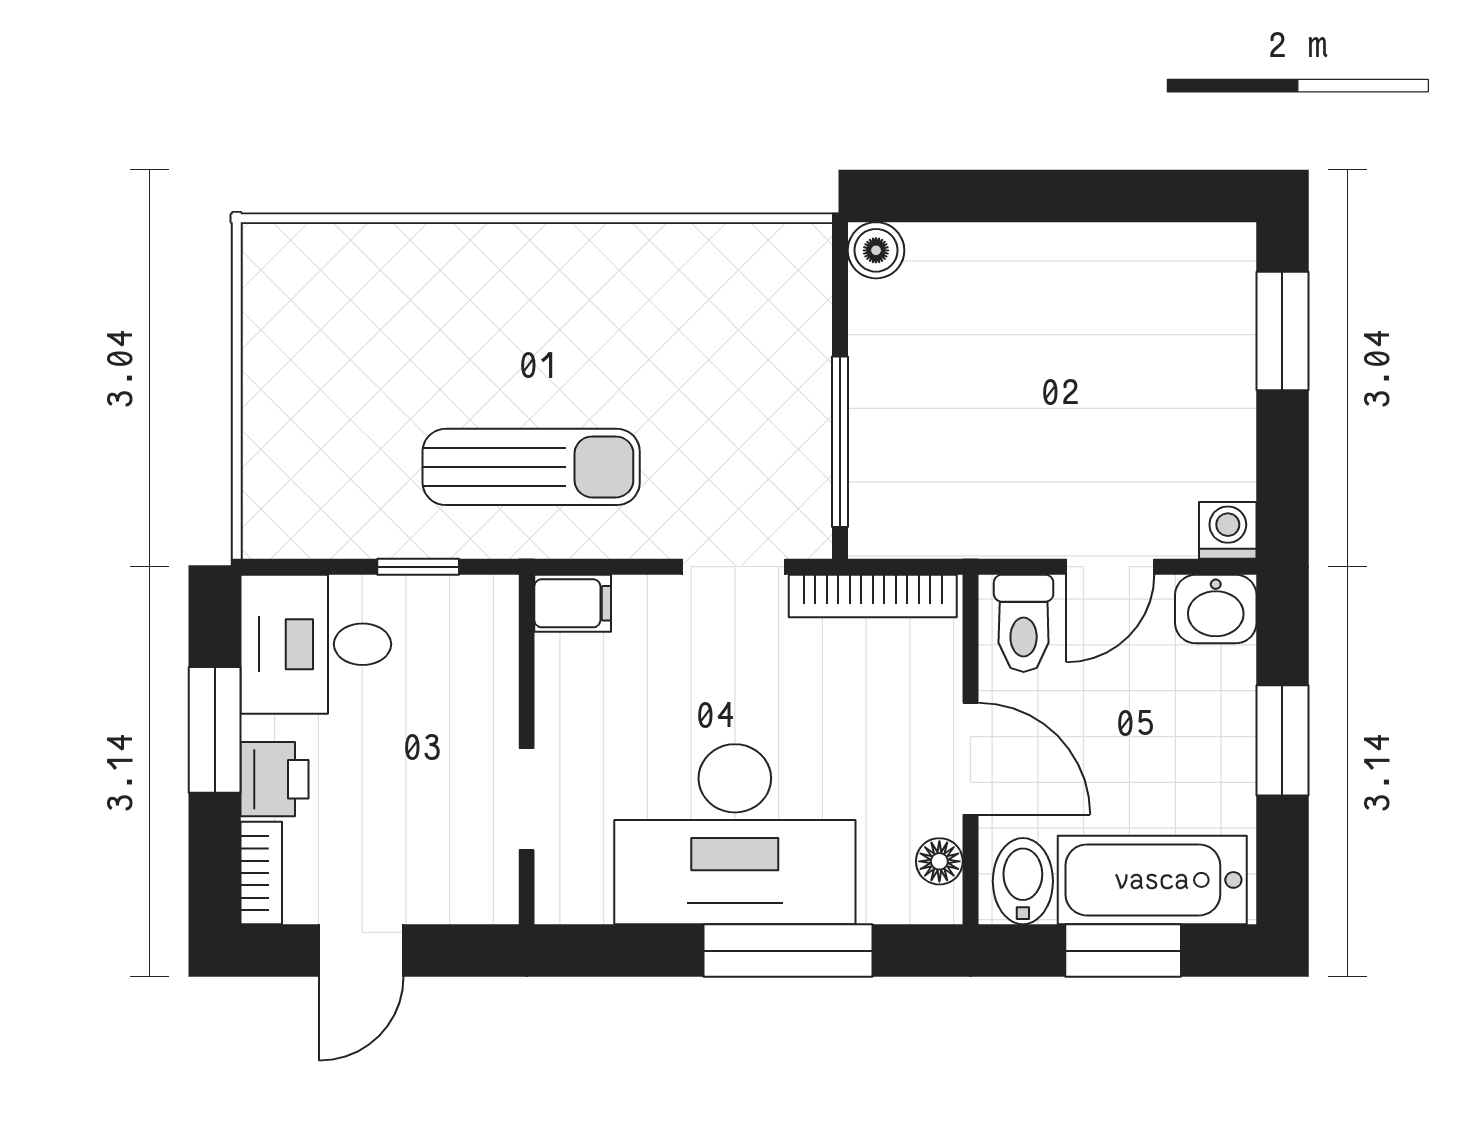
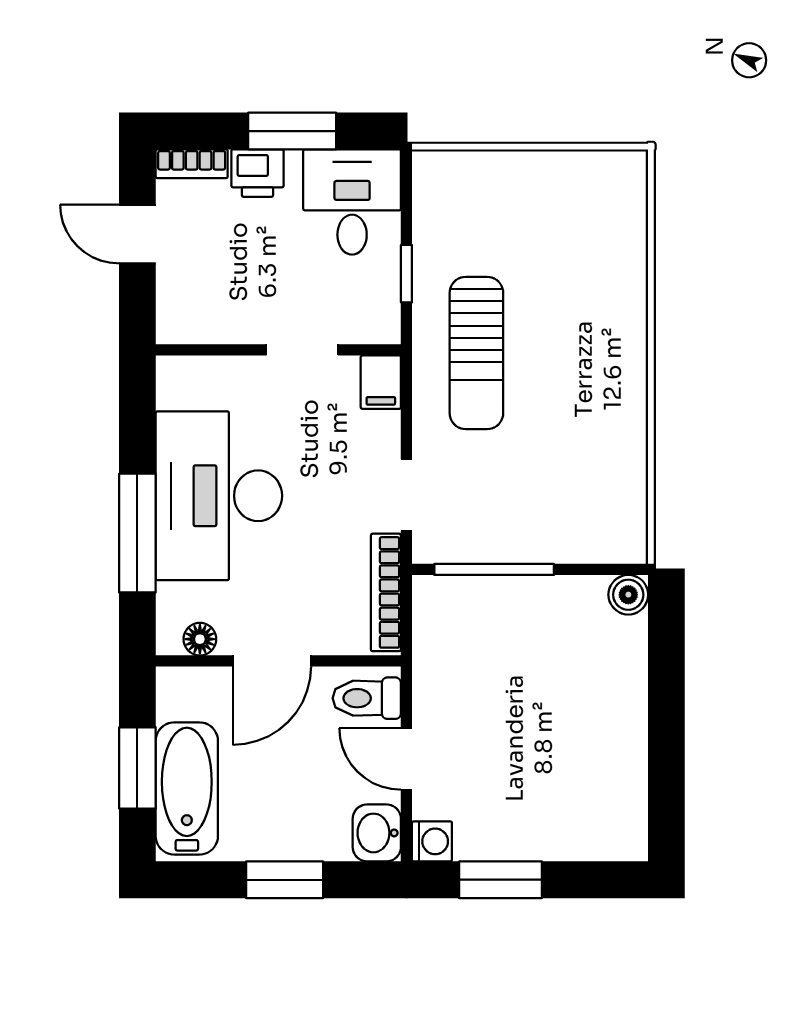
window: (1282, 331) -> (501, 880), moved
doorway: (527, 799) -> (302, 350), moved
bidet: (1023, 881) -> (186, 698), removed

